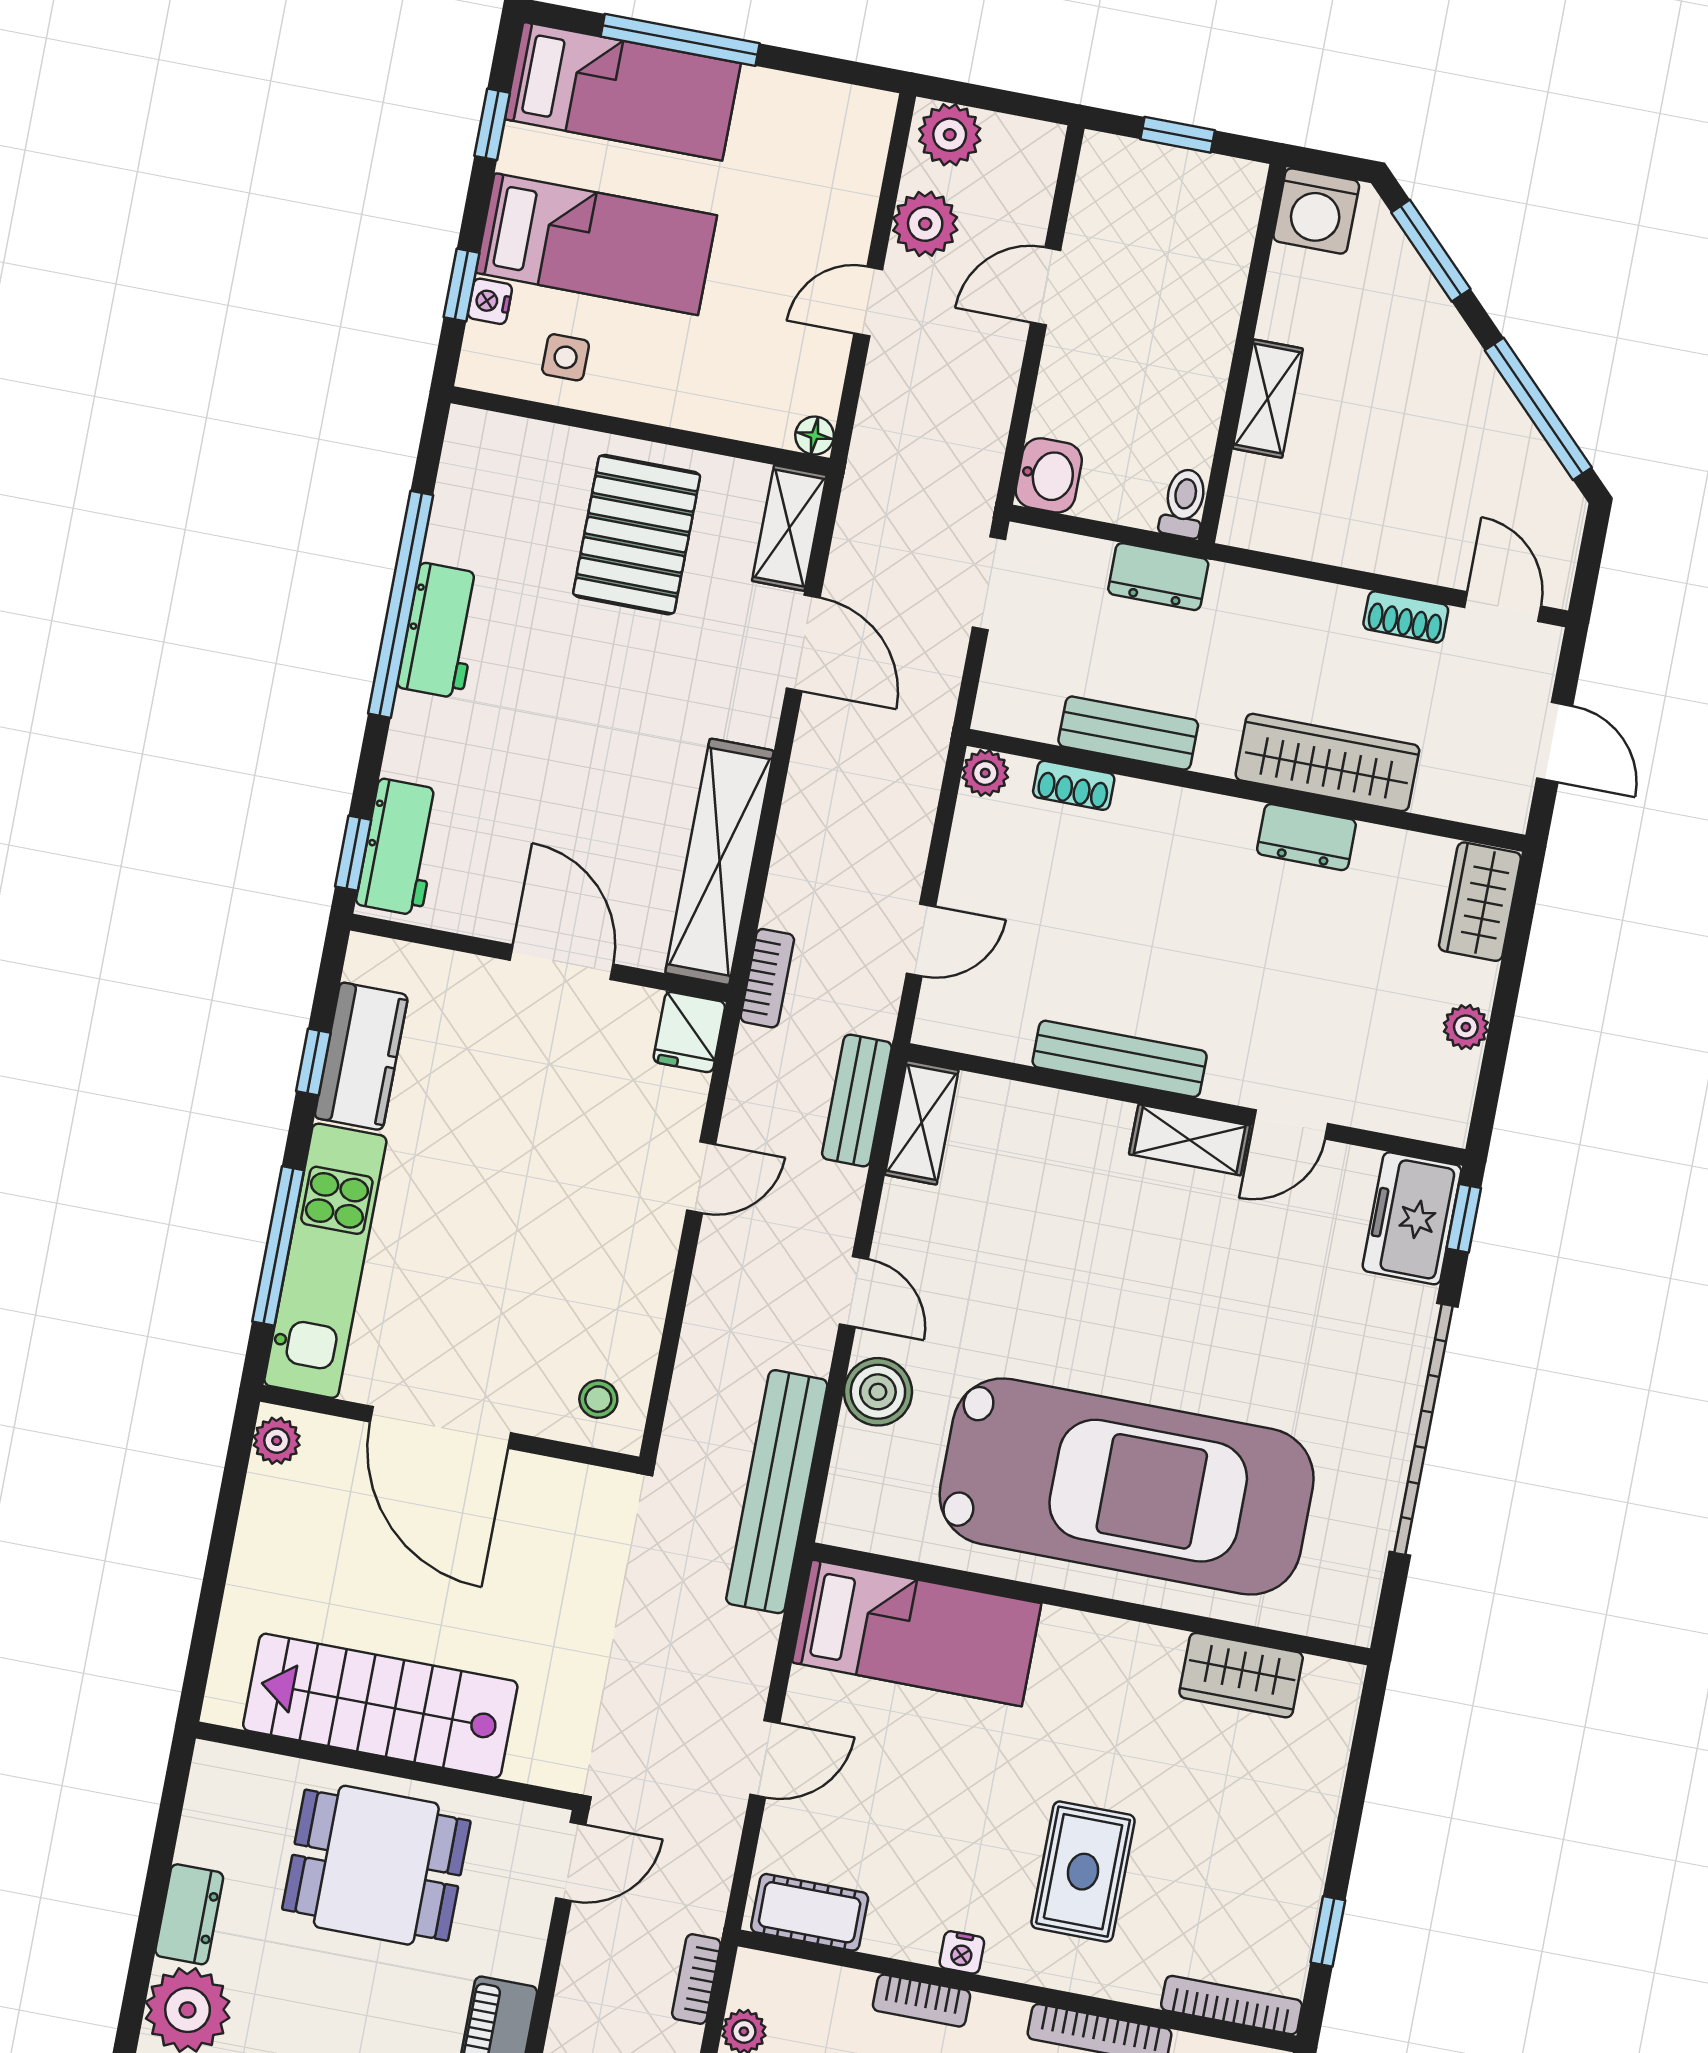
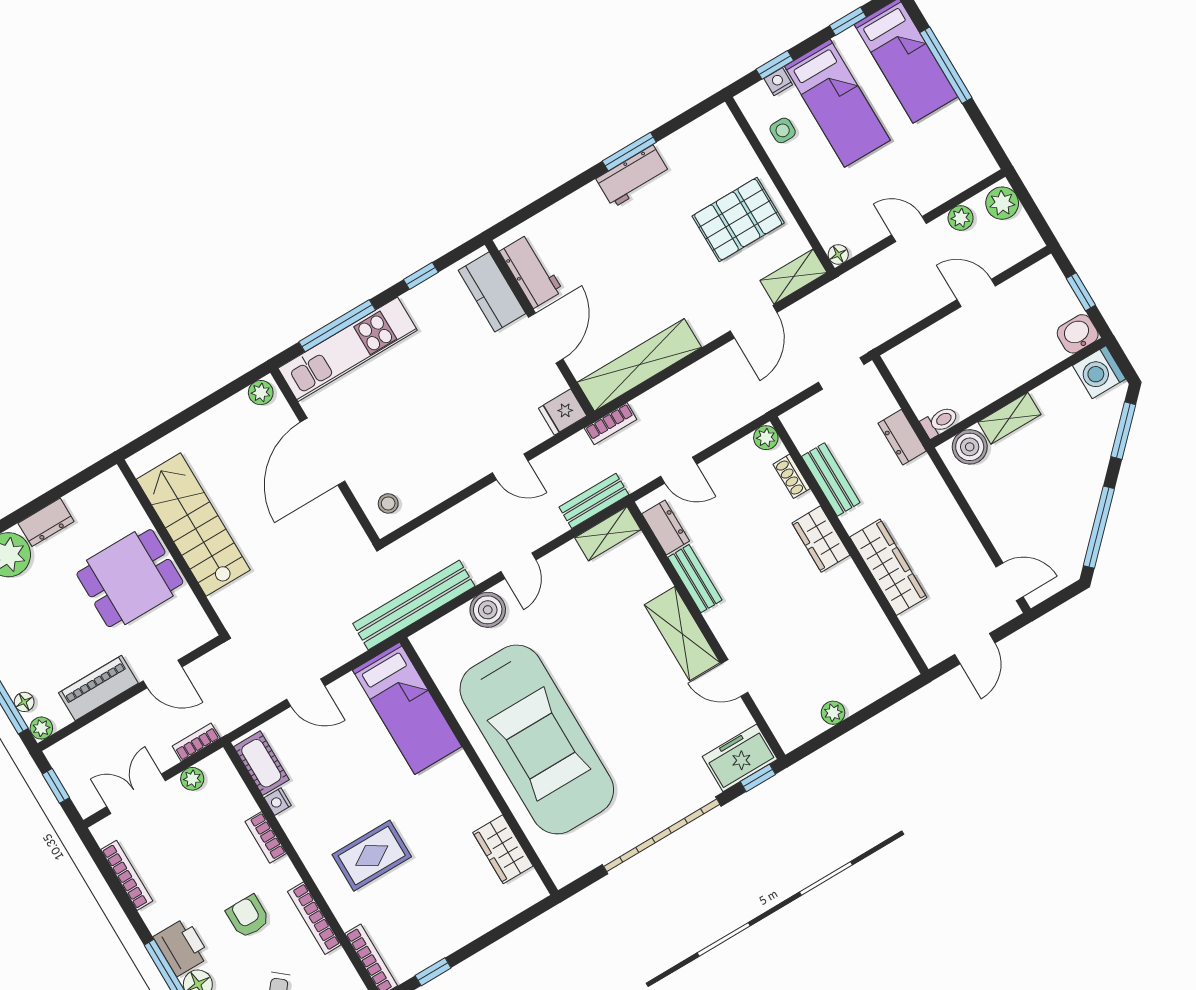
plant: (925, 224) -> (961, 218), width x0.73, depth x0.73
washbasin: (1049, 475) -> (1078, 334), moved, turned 180
boiler: (1258, 492) -> (970, 447), added
window: (401, 604) -> (629, 152), width x0.47
door: (1503, 607) -> (1010, 582), hinge flipped
shoe rack: (1406, 617) -> (972, 547), removed
dresser: (1306, 837) -> (666, 527), moved, turned 180
workbench: (400, 847) -> (531, 271), moved, turned -90
window: (353, 853) -> (516, 219), removed
wardrobe: (1480, 902) -> (821, 539), moved, turned -90
kitchen counter: (361, 1056) -> (492, 292), moved, turned 90
bench: (1120, 1059) -> (695, 579), width x0.73
shelving: (1190, 1140) -> (682, 634), width x1.50, depth x1.33
door: (571, 1861) -> (163, 674), moved
dining table: (376, 1865) -> (130, 578), turned 90
nightstand: (962, 1952) -> (278, 802), moved

